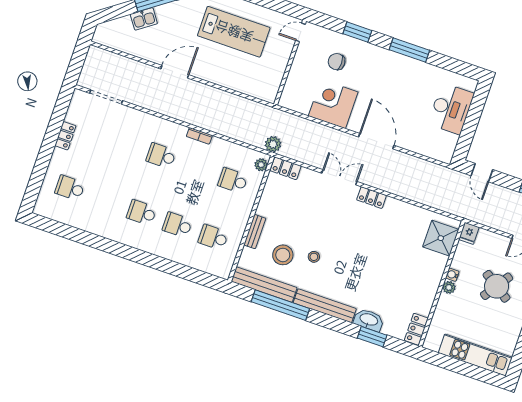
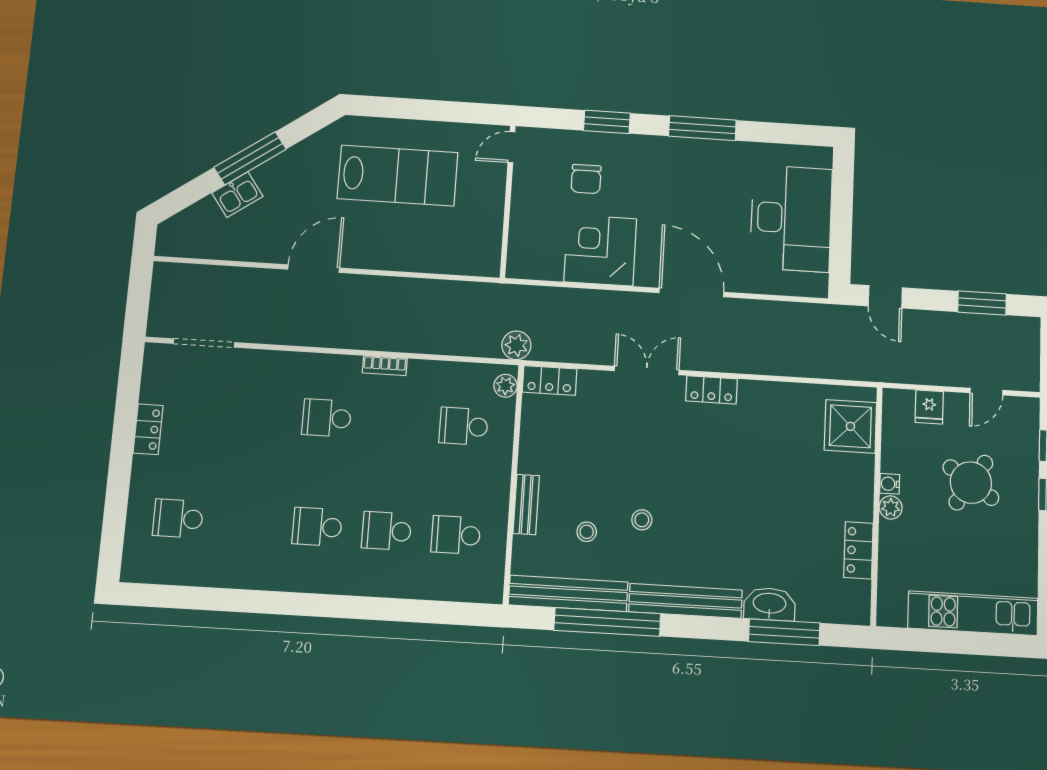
chair: (337, 62) -> (586, 179), turned -90
desk: (451, 109) -> (791, 218), width x1.36, depth x1.30
fridge: (469, 233) -> (929, 407), moved
stool: (283, 255) -> (587, 532), width x0.53, depth x0.53
locker: (416, 329) -> (858, 550), moved
window: (372, 337) -> (784, 632), width x1.44

